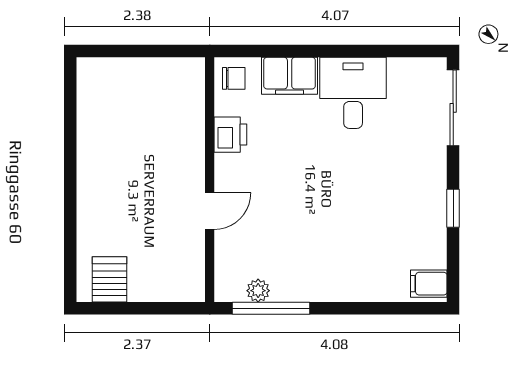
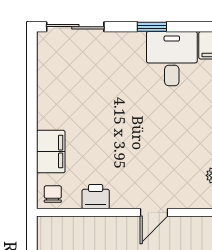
desk: (353, 93) -> (172, 59), moved, turned 90
door: (210, 211) -> (154, 212), swing flipped

